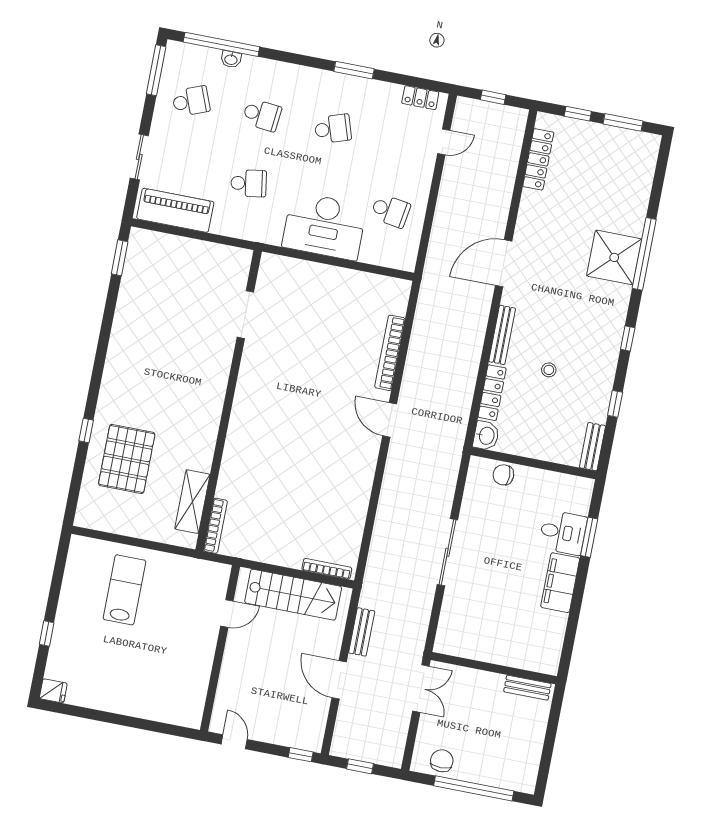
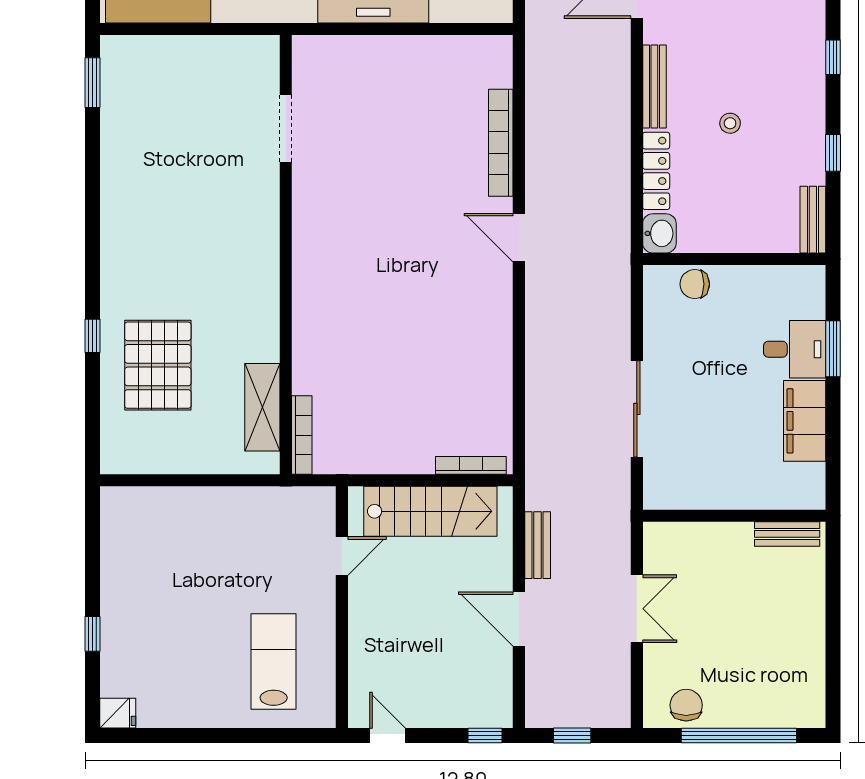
lab bench: (124, 590) -> (274, 661), moved
wall: (494, 668) -> (734, 516), moved
bench: (527, 688) -> (787, 534), moved

